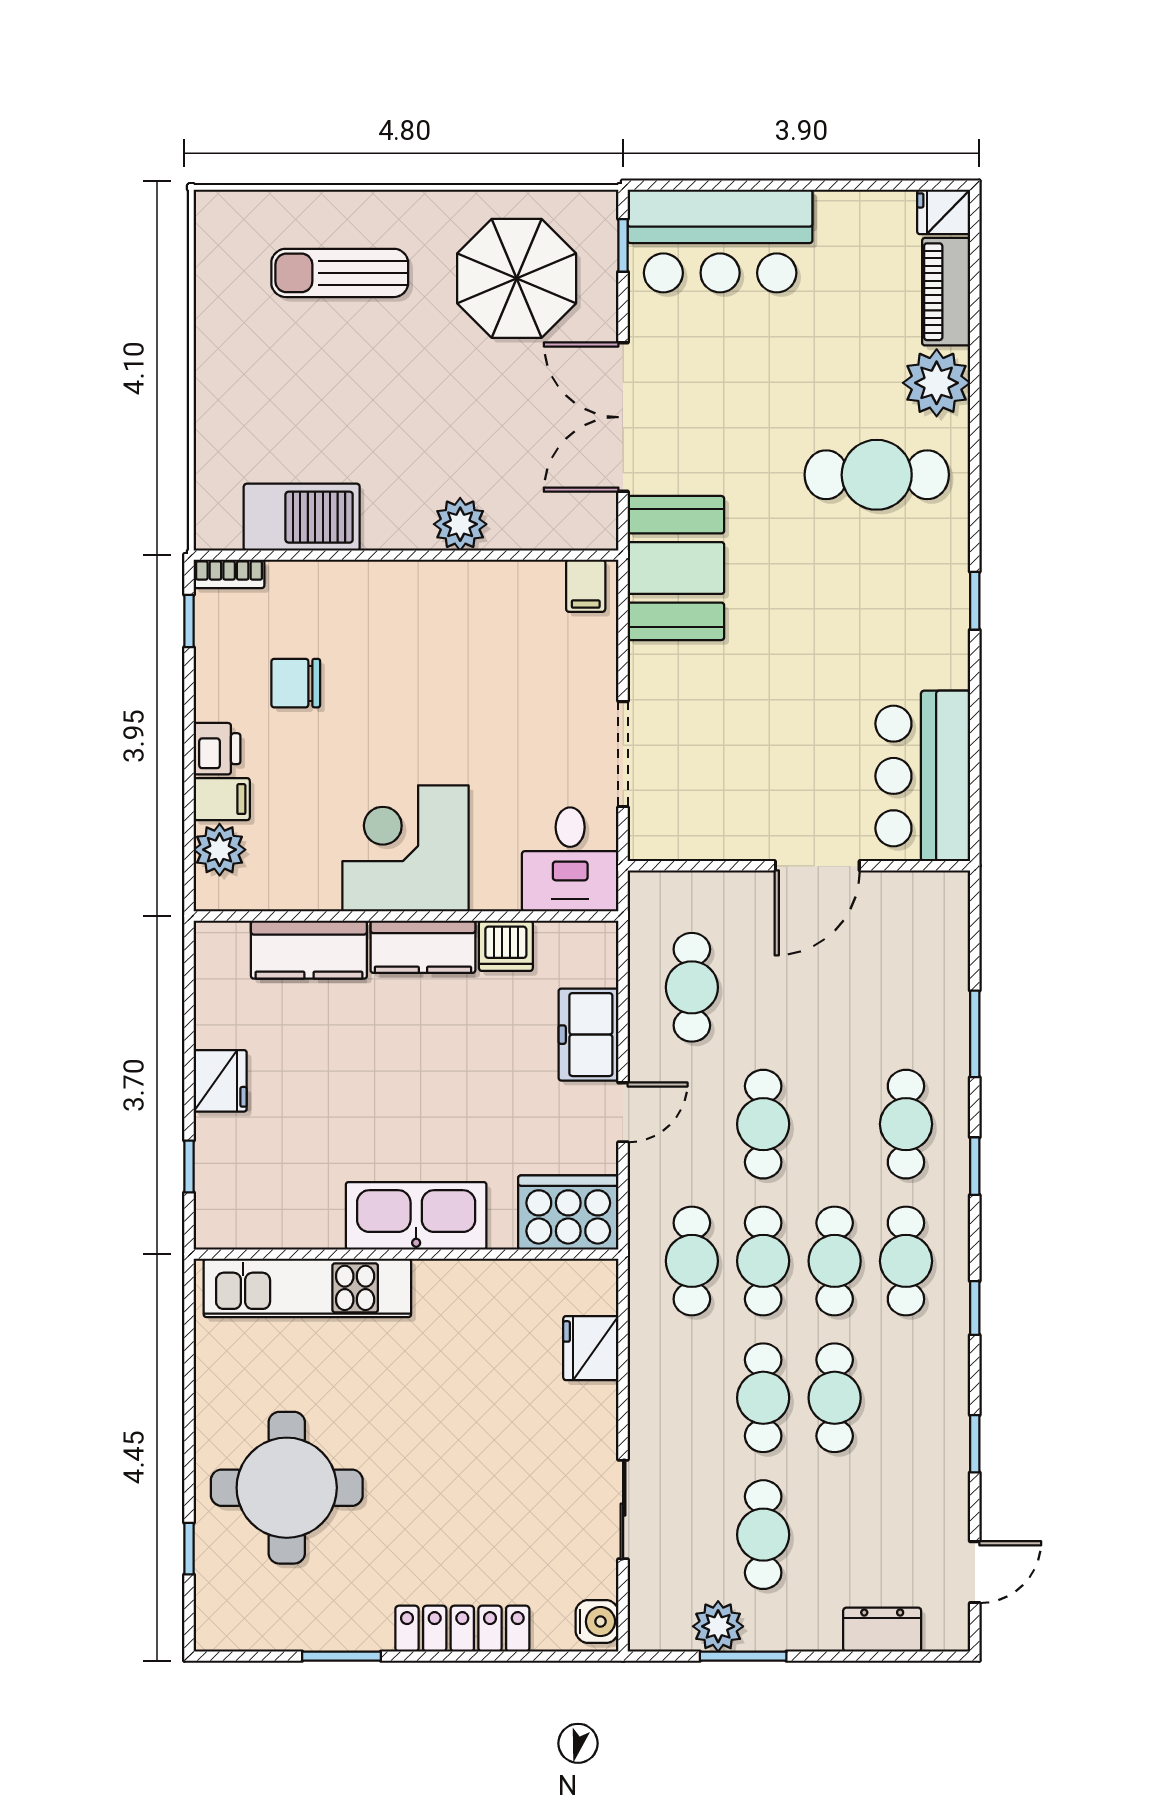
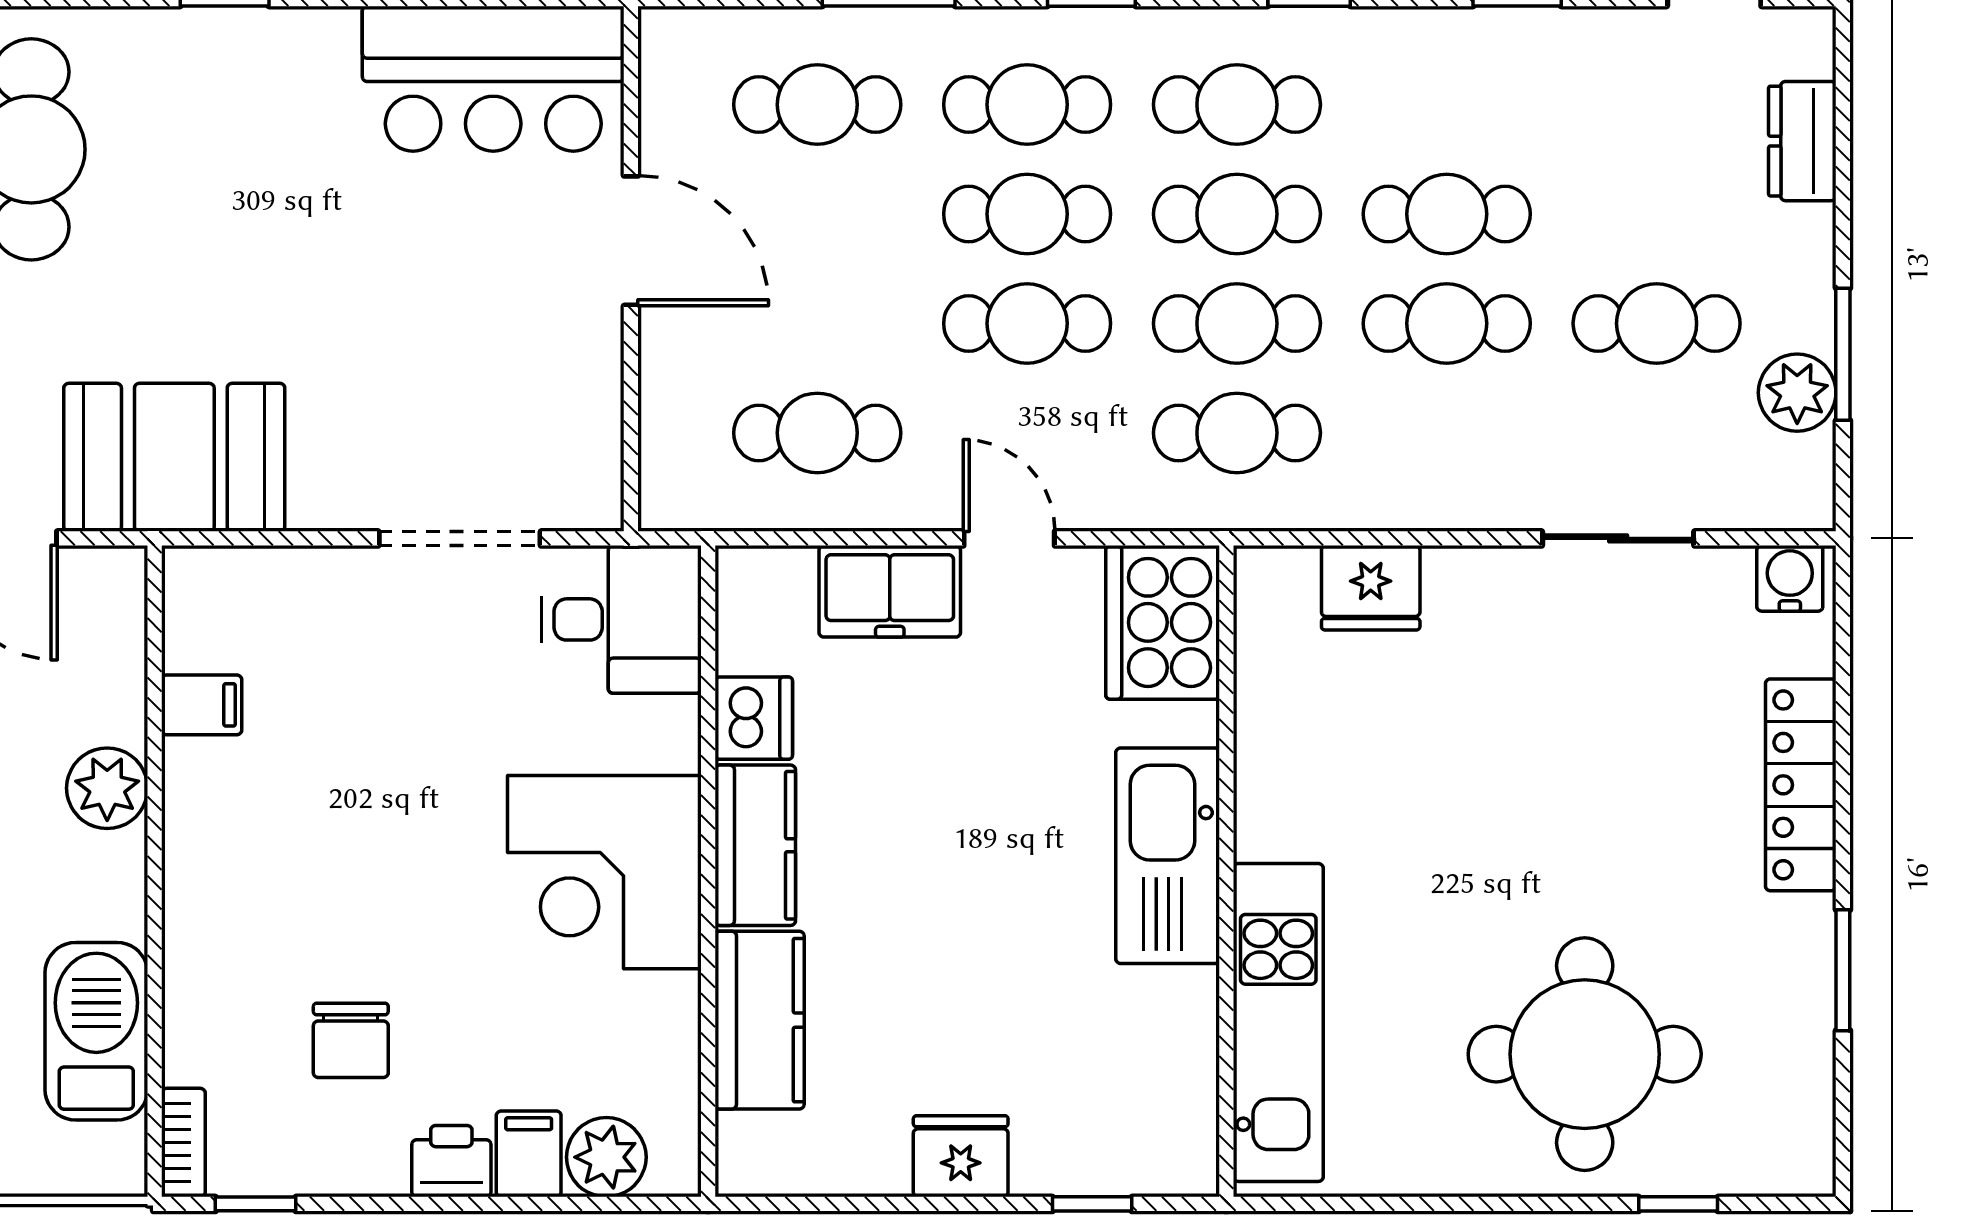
filing cabinet: (586, 586) -> (202, 705), moved
cafe table: (906, 987) -> (817, 105), added
cafe table: (835, 1124) -> (1027, 214), added

